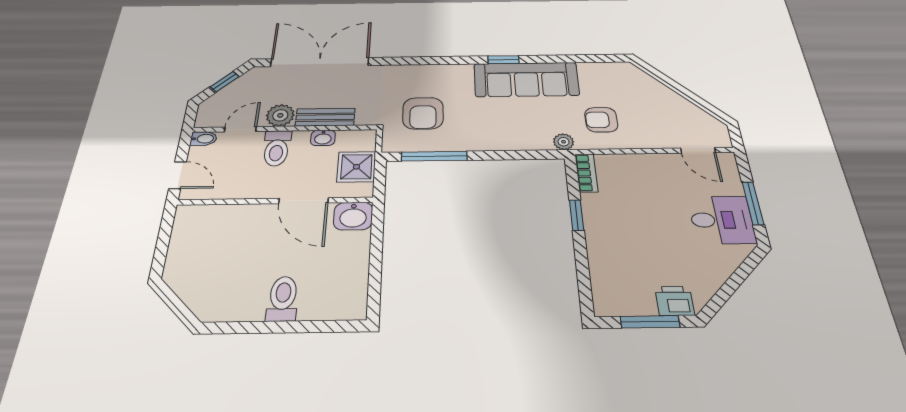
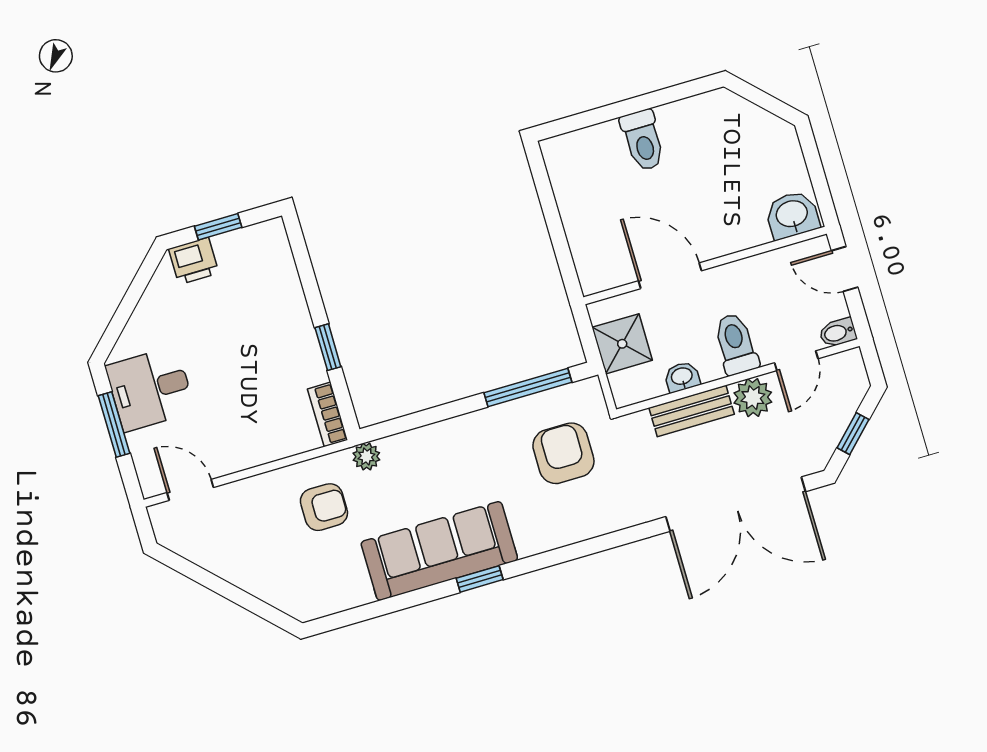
washbasin: (353, 216) -> (792, 215), moved
window: (650, 322) -> (218, 227), width x0.67

